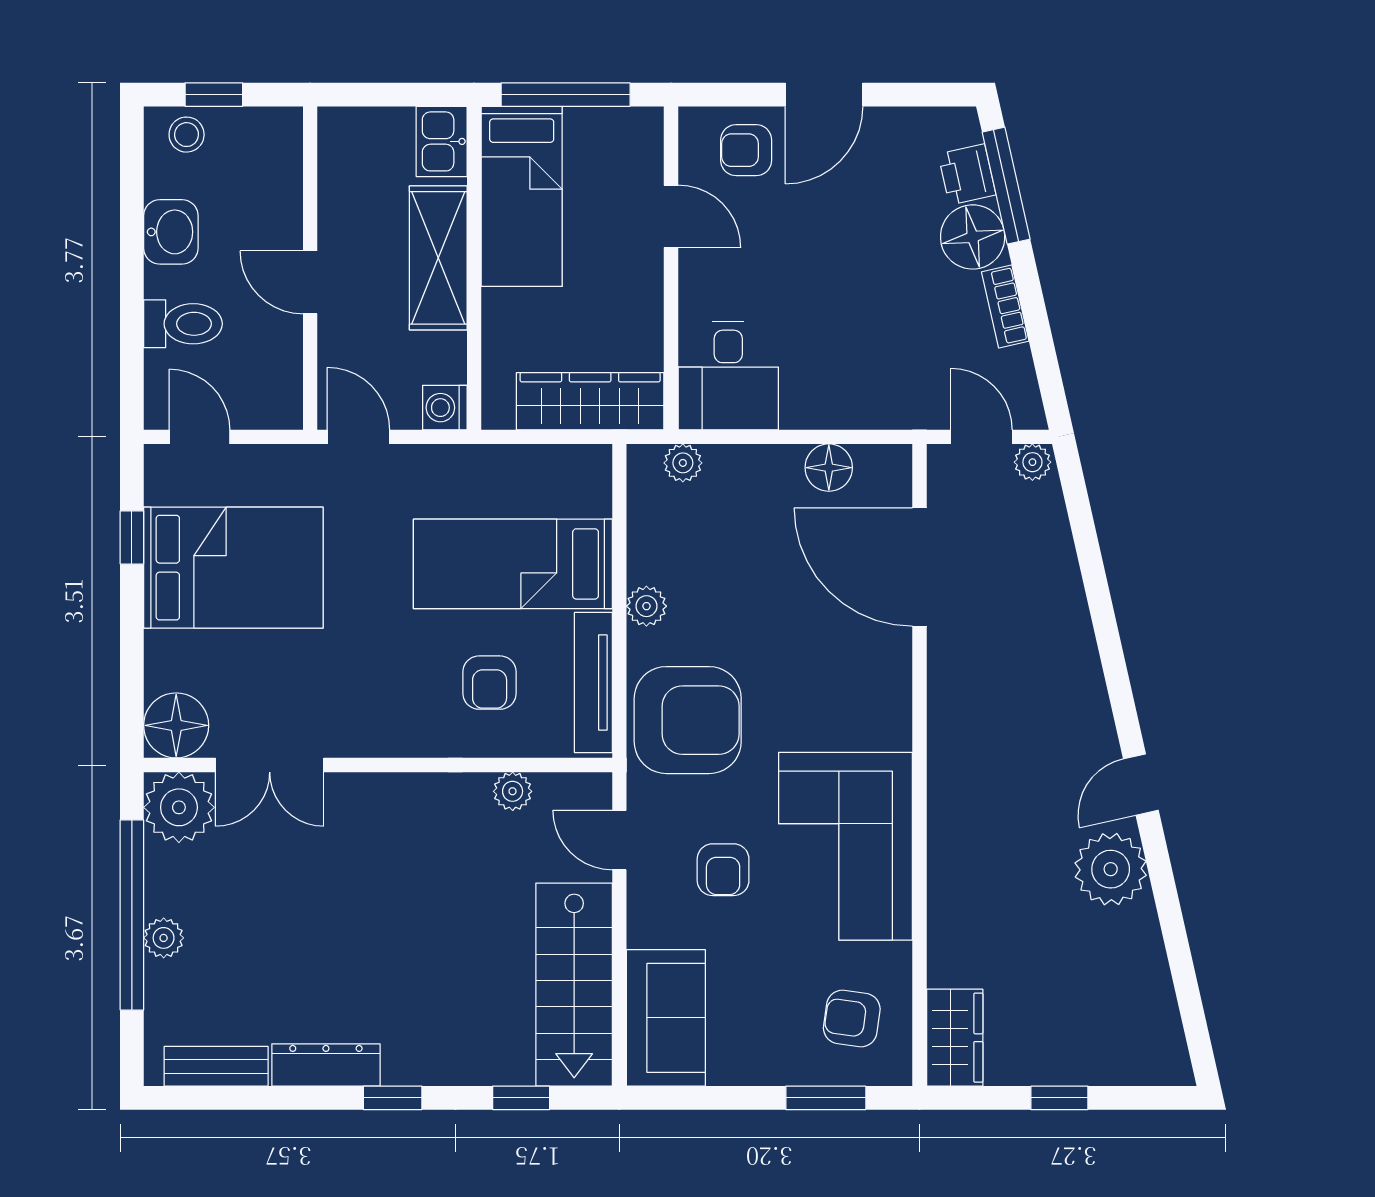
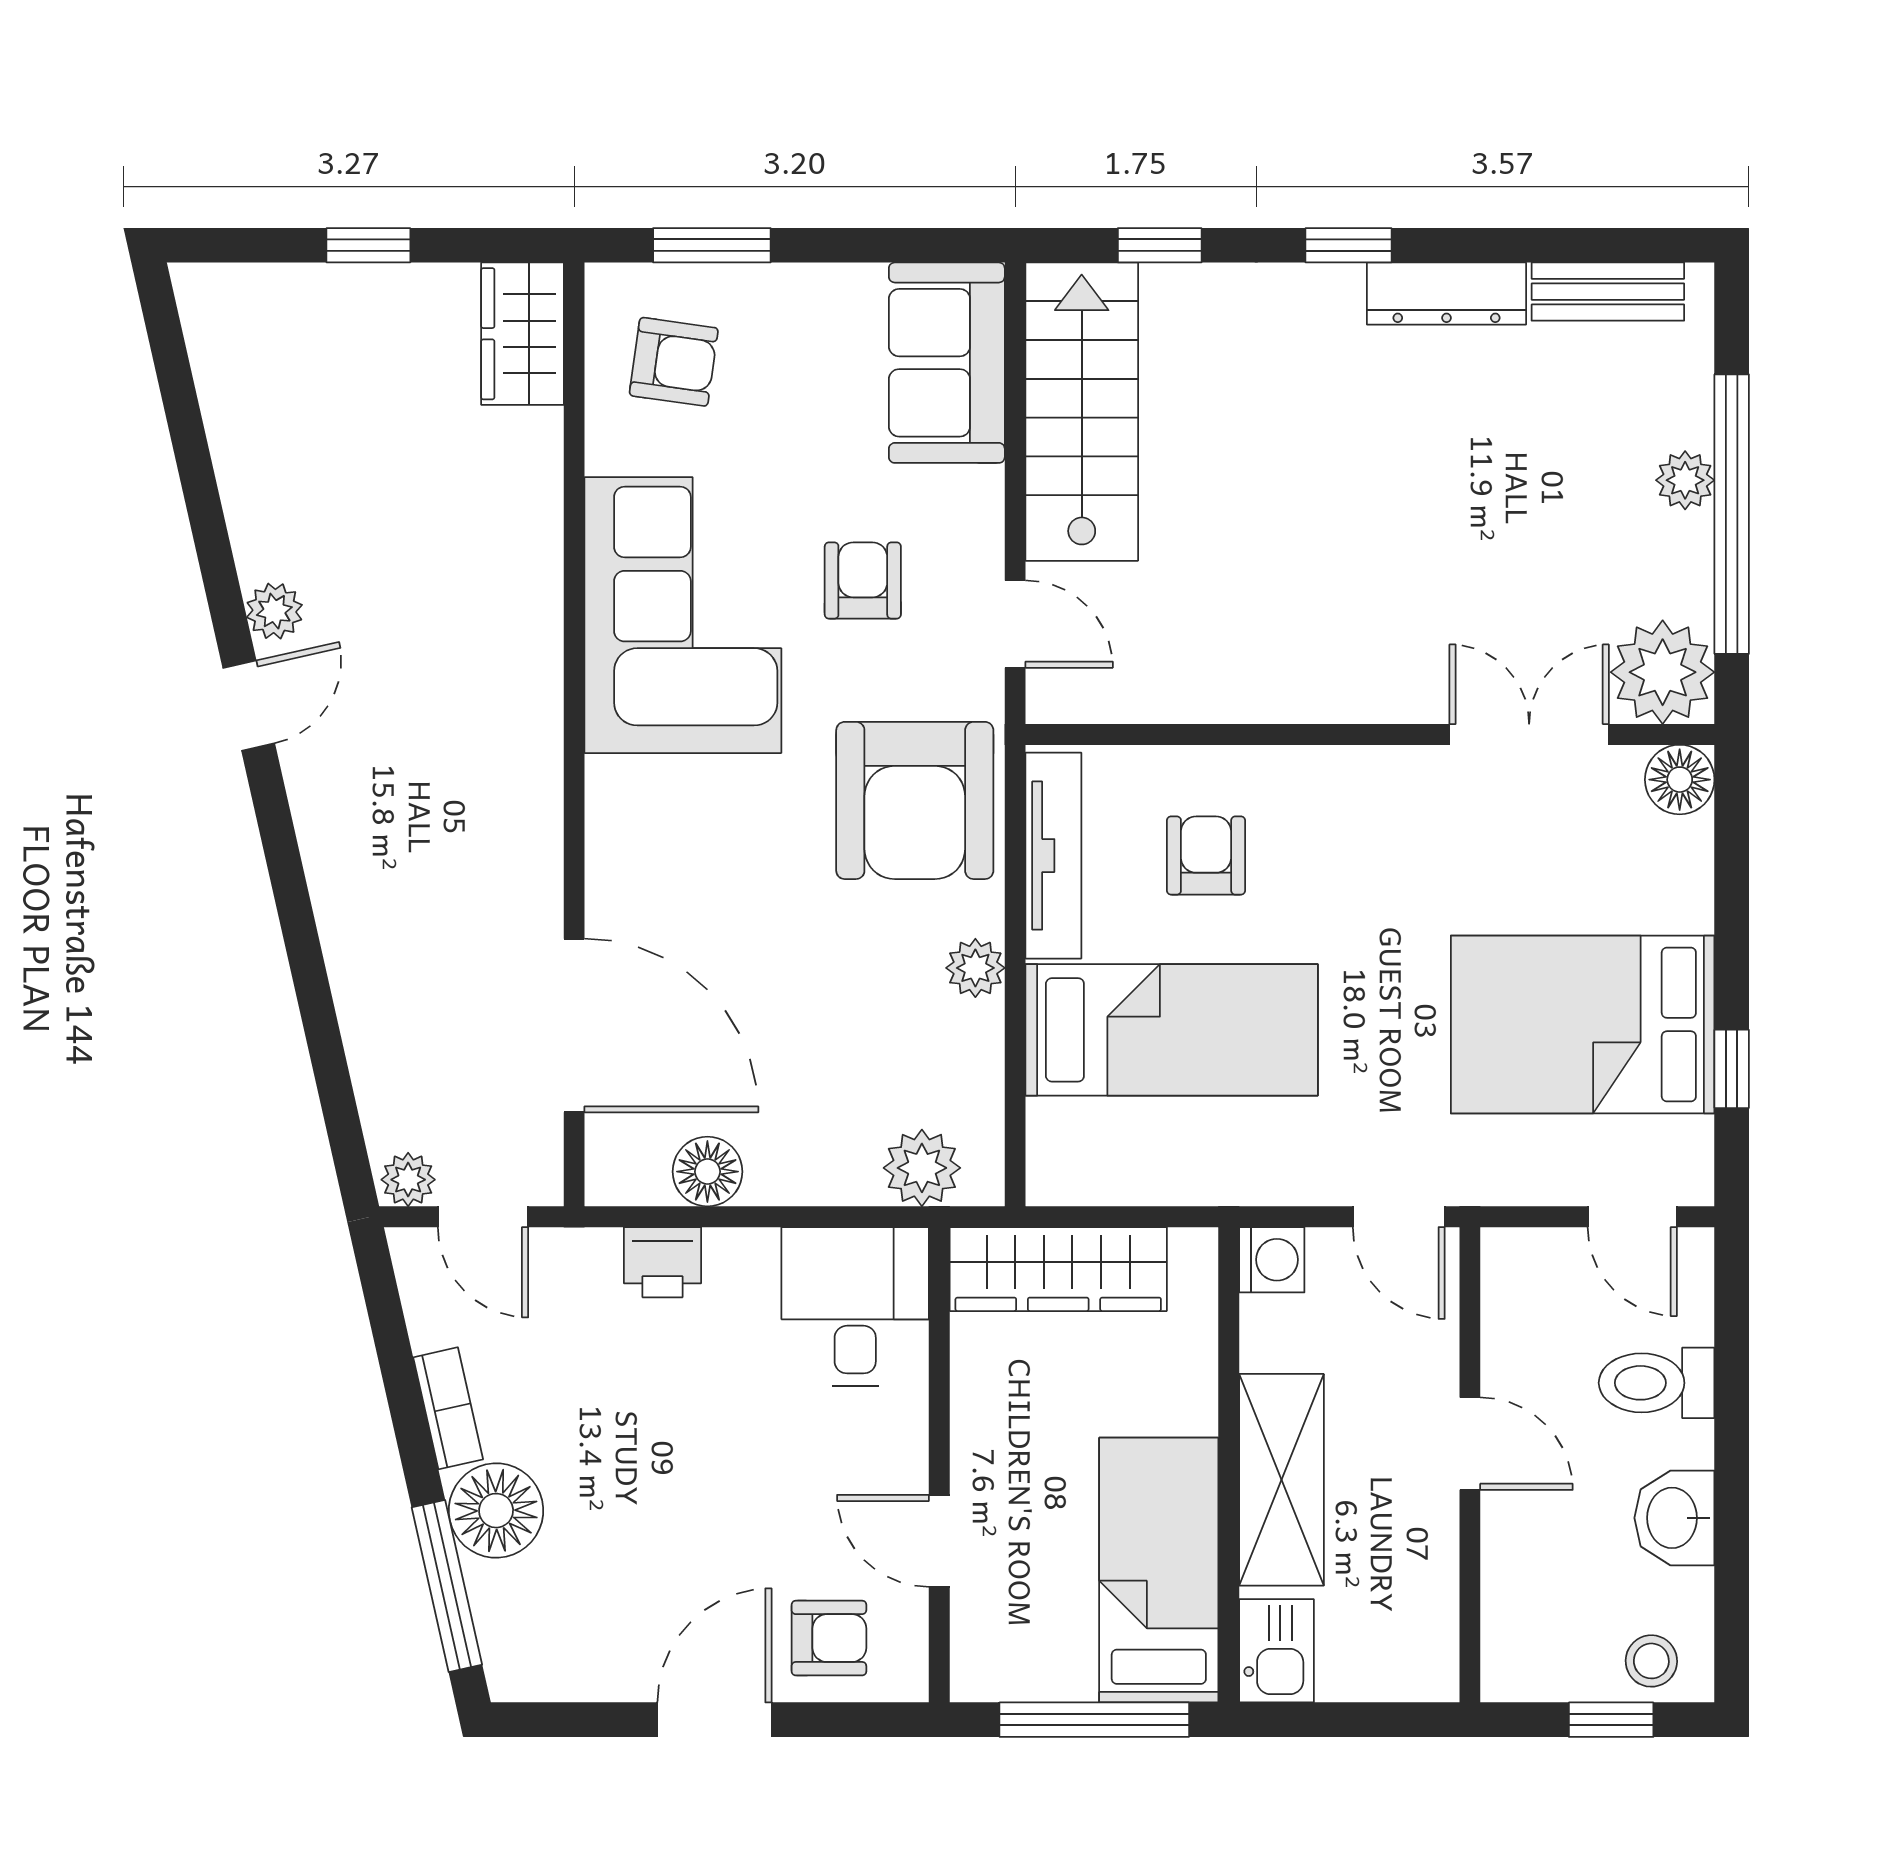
printer: (967, 174) -> (663, 1262), moved, turned 103
plant: (683, 463) -> (922, 1168), width x1.38, depth x1.38
armchair: (688, 720) -> (915, 800), turned -90
floor lamp: (176, 725) -> (1680, 780), width x0.73, depth x0.73
plant: (513, 791) -> (1172, 696), removed
plant: (1111, 869) -> (274, 611), width x0.53, depth x0.53

